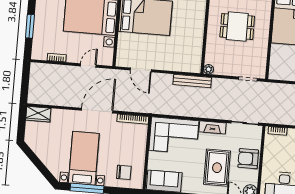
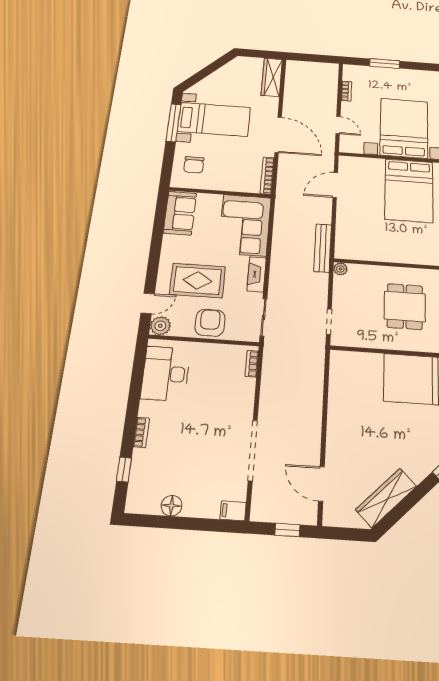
wardrobe: (38, 114) -> (272, 77), width x1.50

